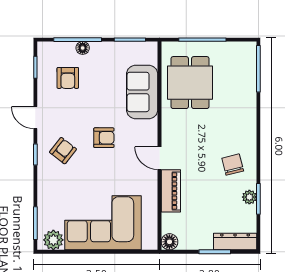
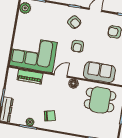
piano: (171, 191) -> (30, 77), moved
corner sofa: (103, 223) -> (33, 54), moved, turned -90
floor lamp: (169, 242) -> (73, 83), moved

